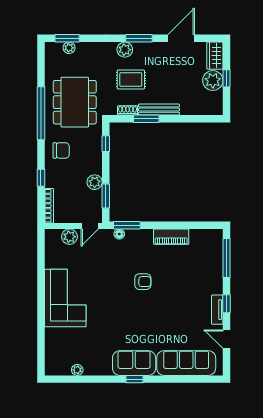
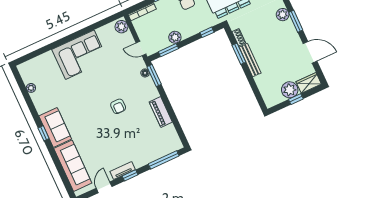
rug: (131, 79) -> (263, 29), removed
plant: (69, 237) -> (121, 27), moved

